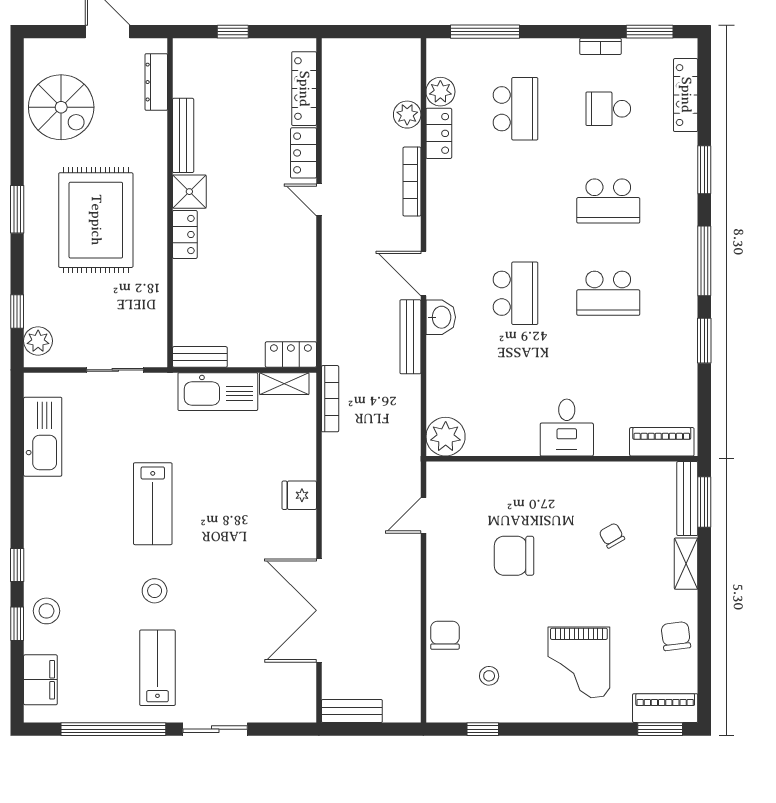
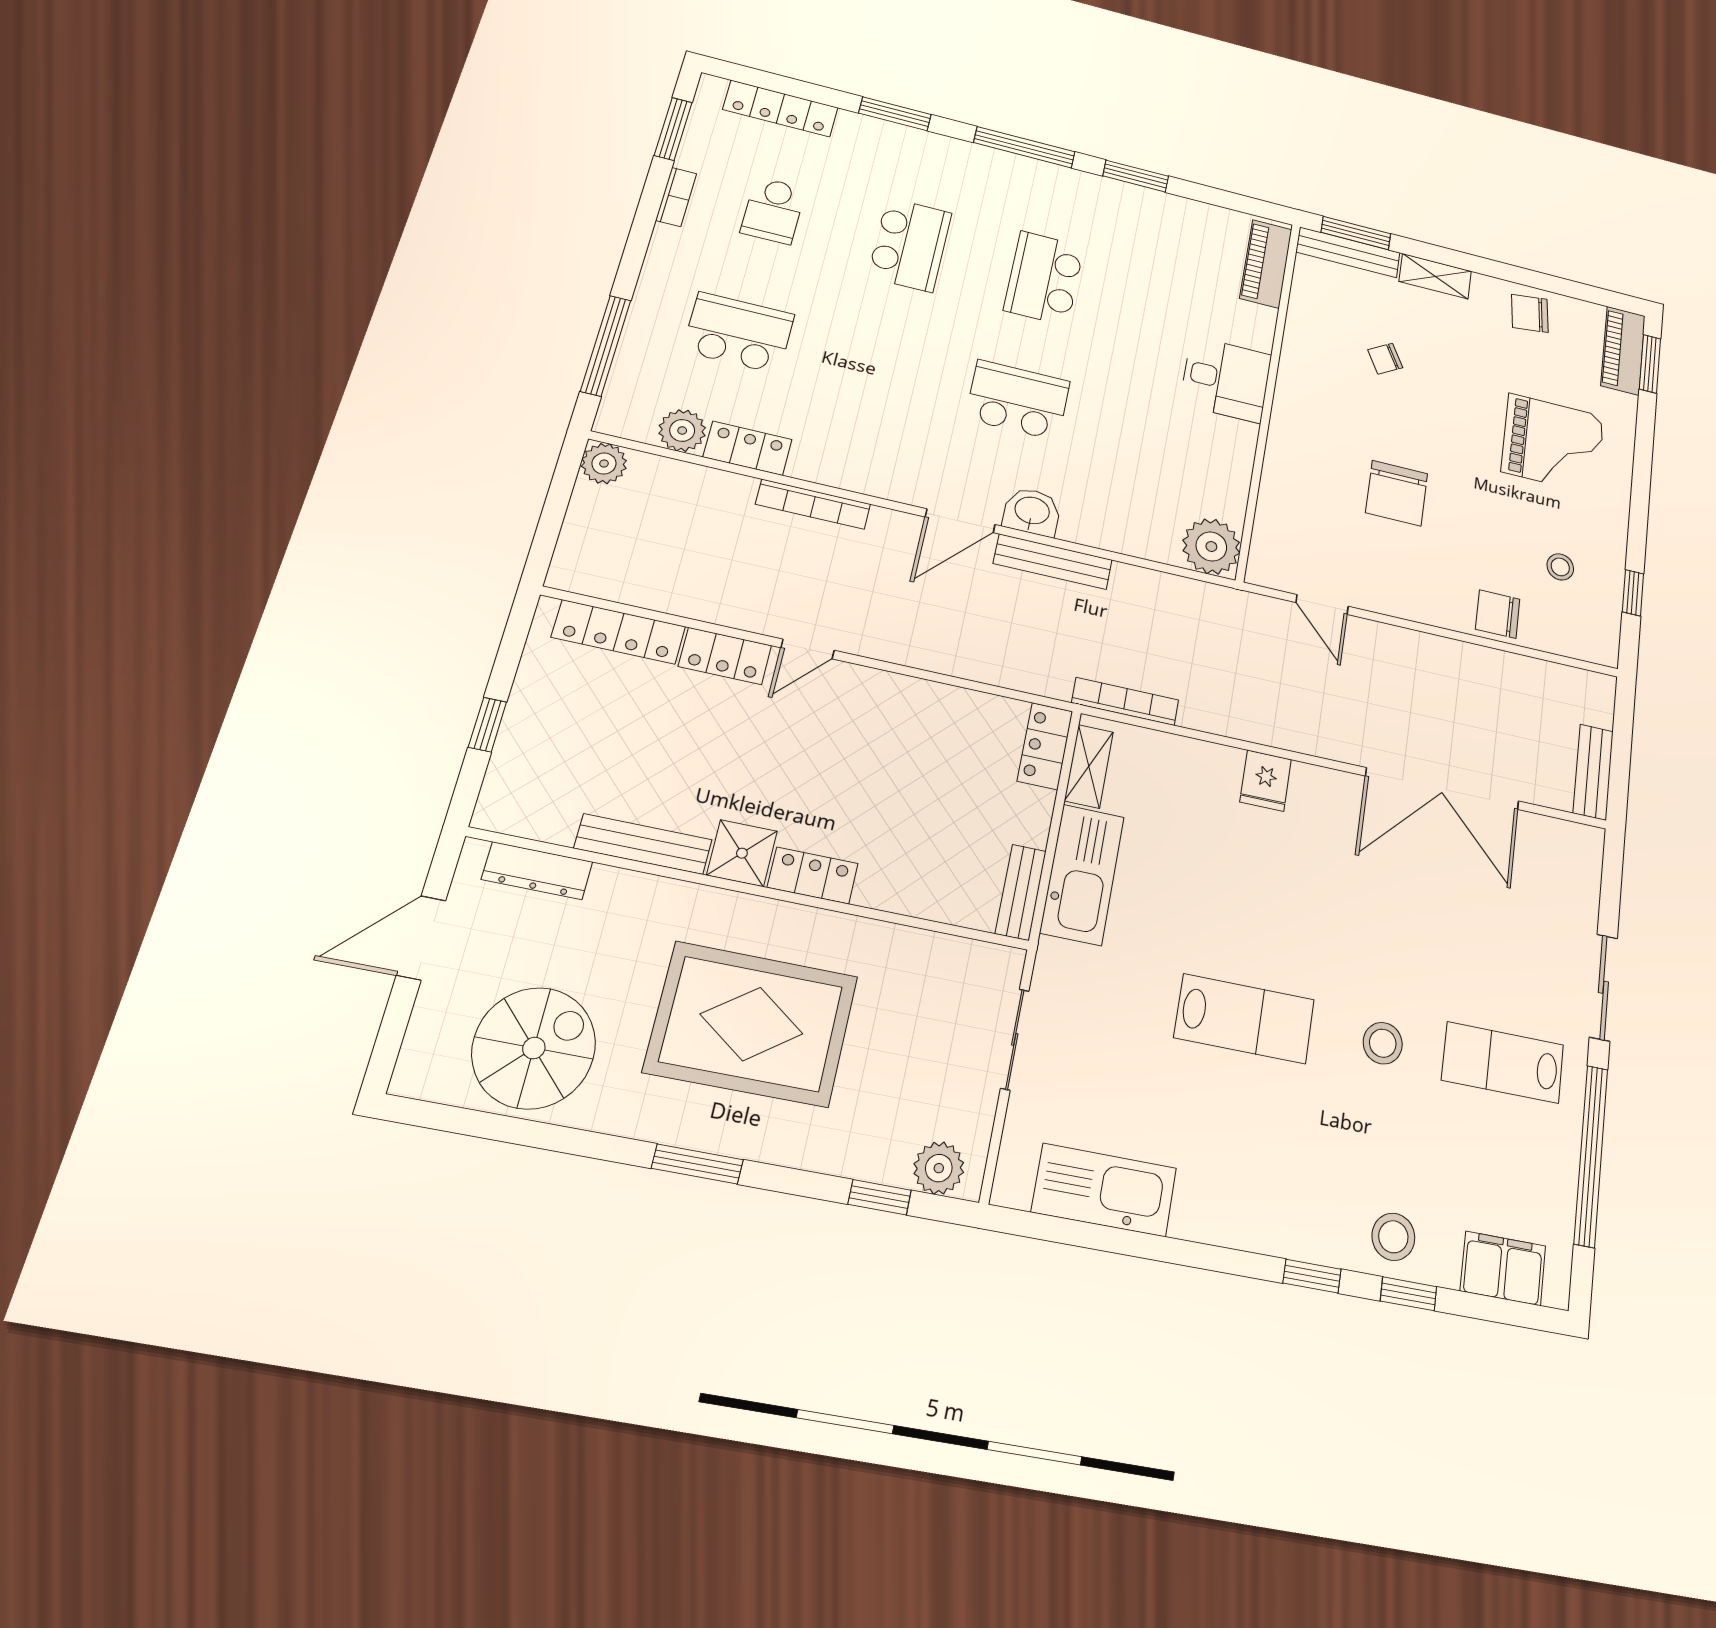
plant: (407, 115) -> (604, 464), moved
school desk: (608, 293) -> (1044, 278), turned 180

